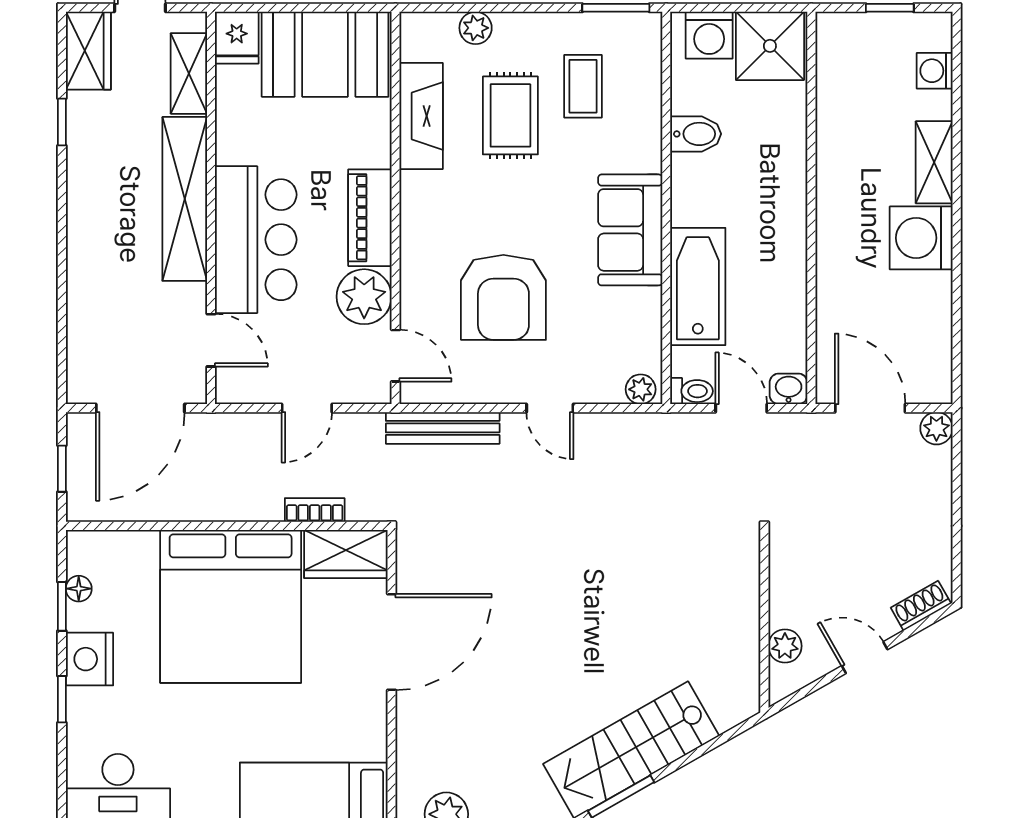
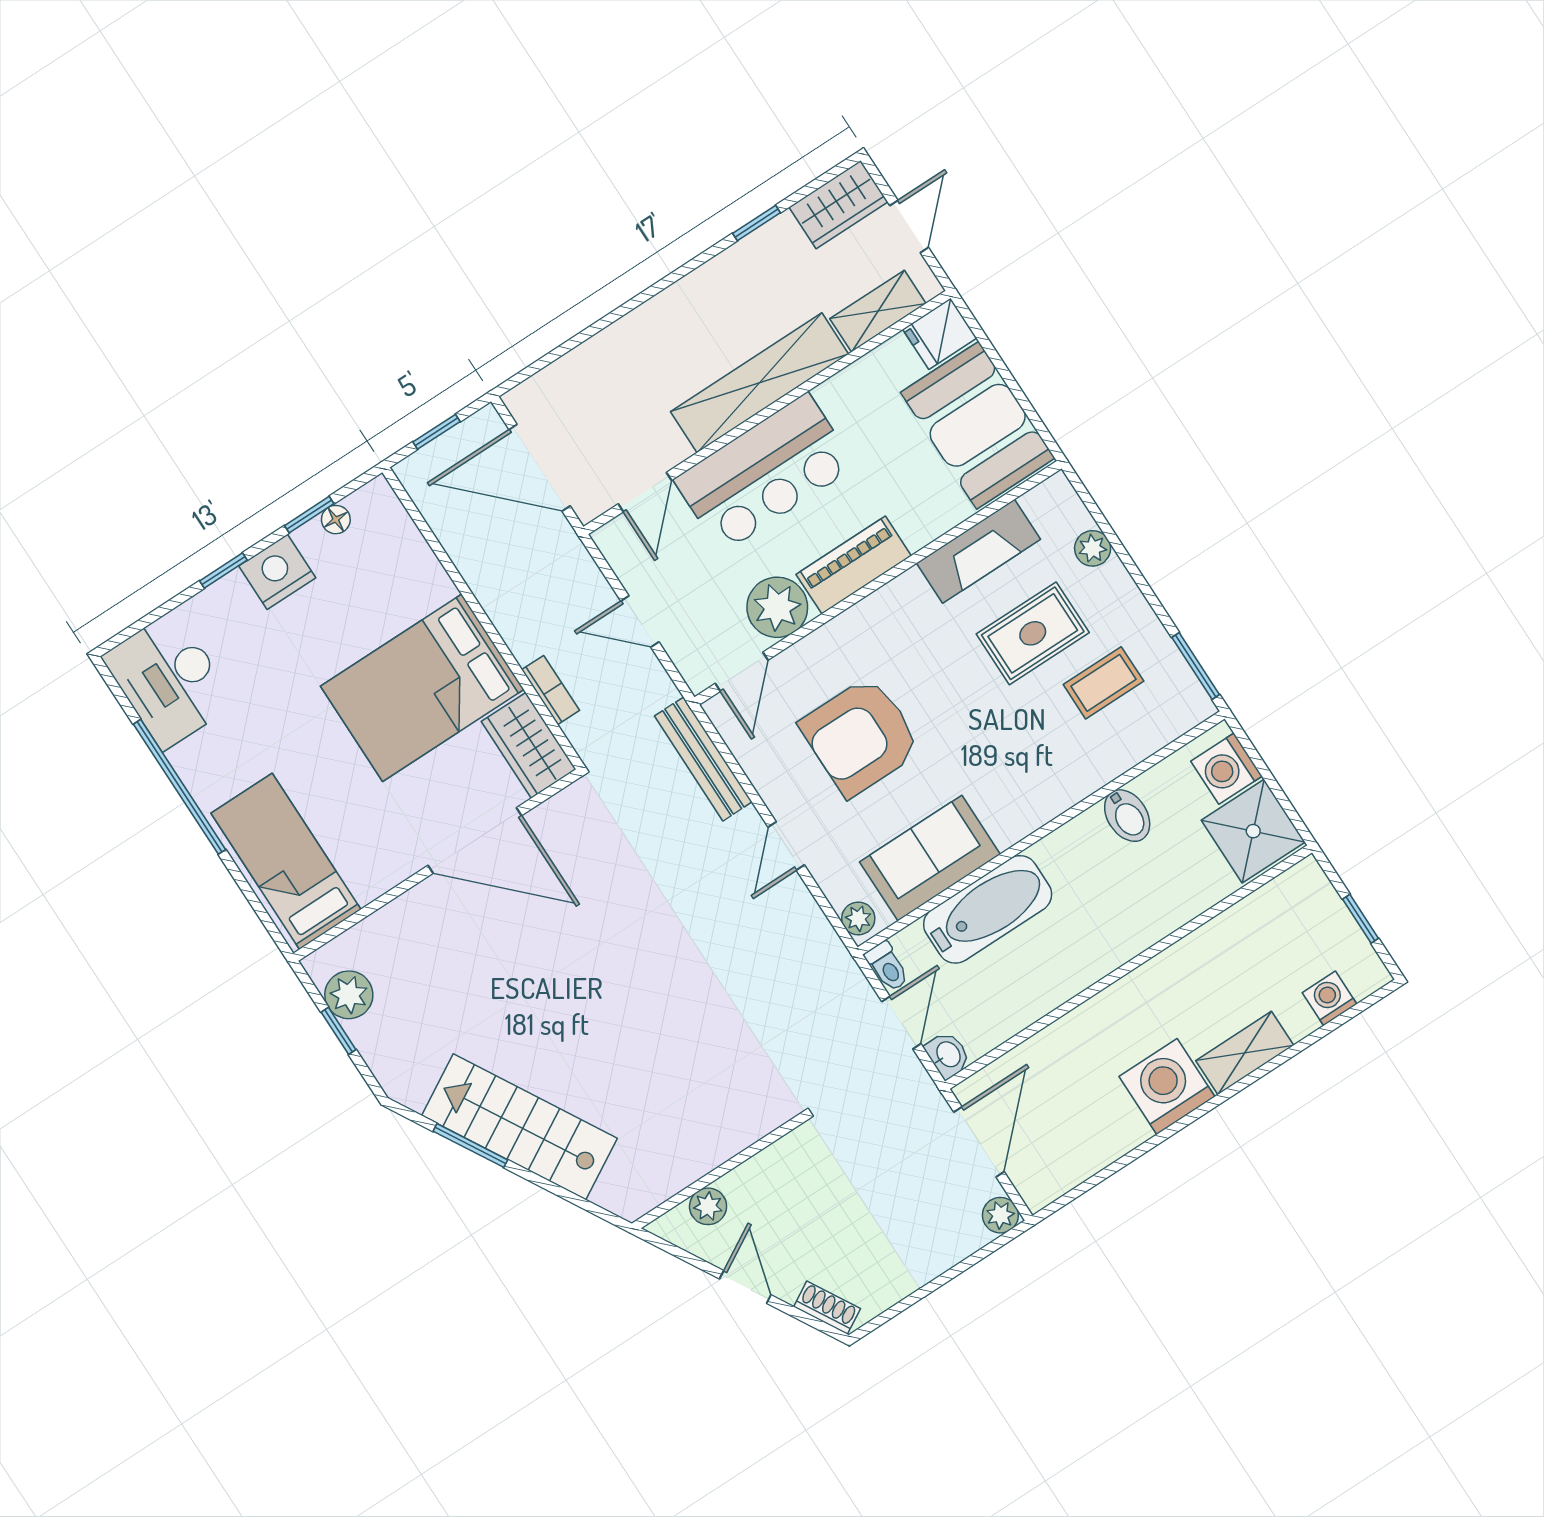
sofa: (630, 230) -> (930, 858), moved
bed: (231, 606) -> (422, 688), width x0.73

